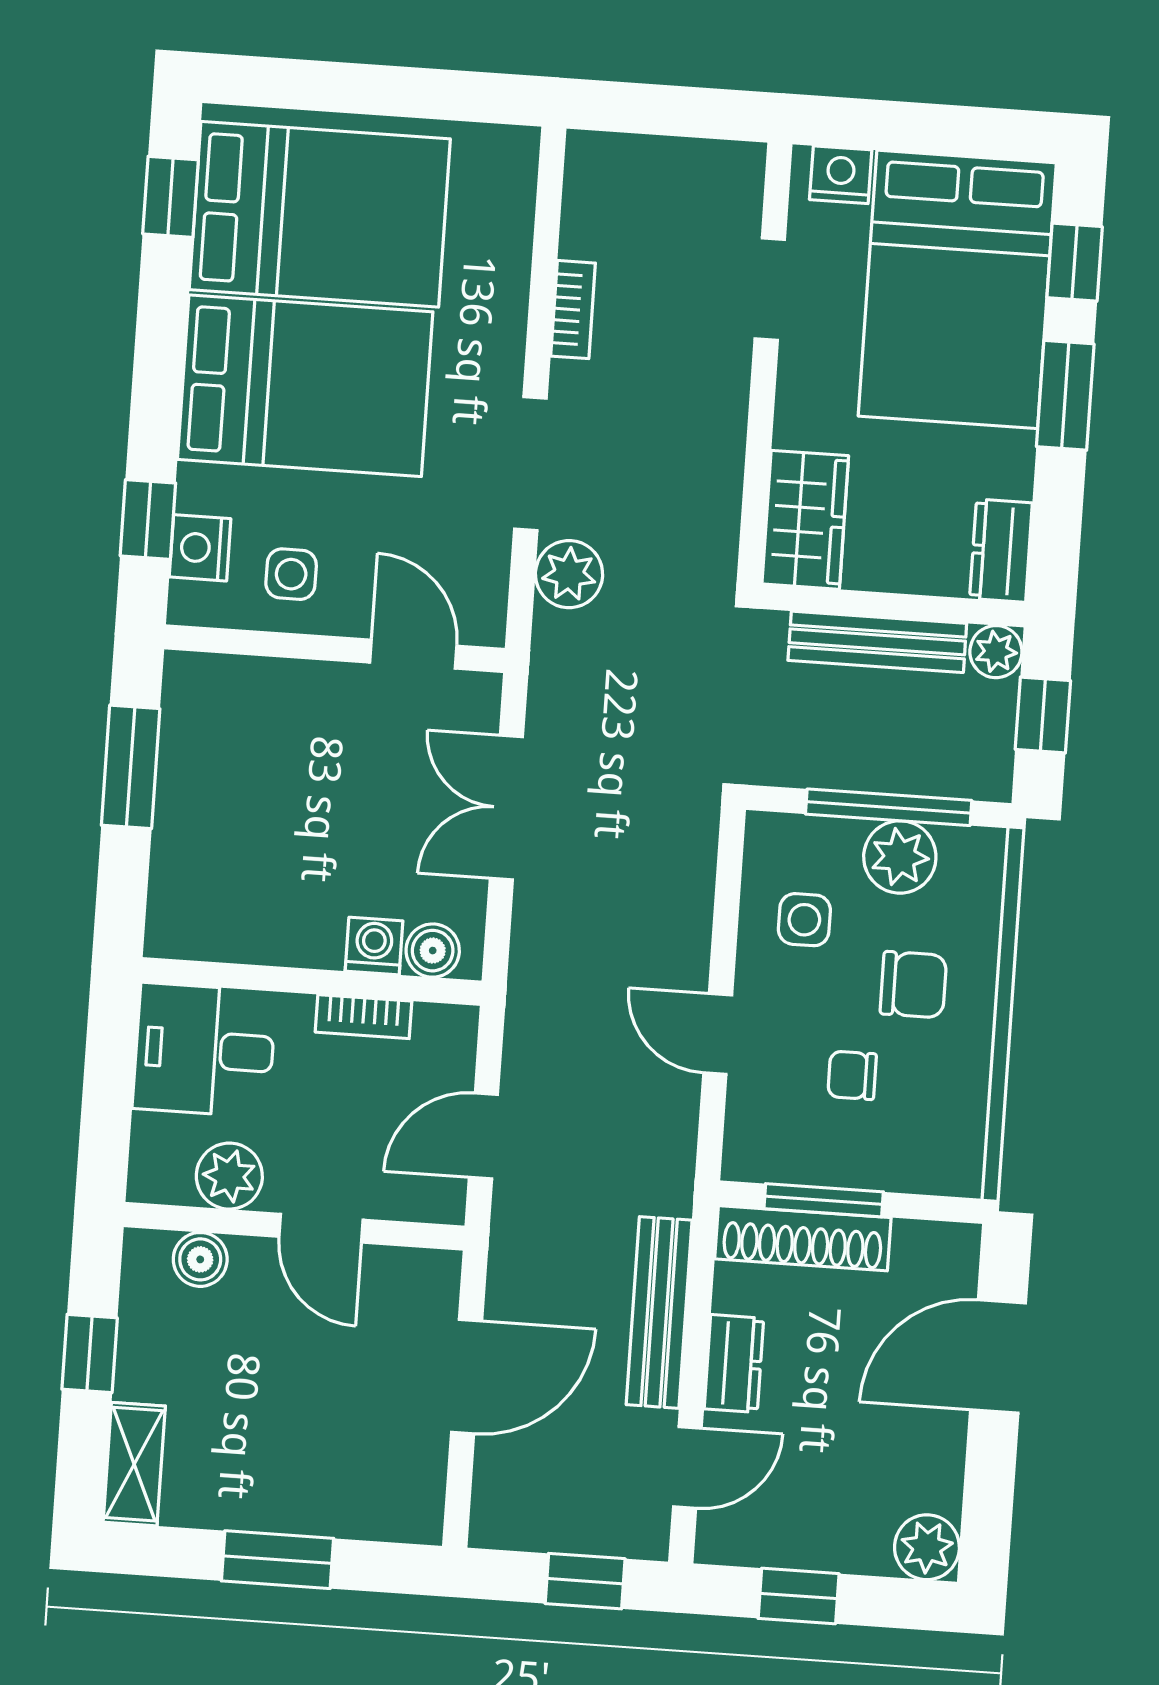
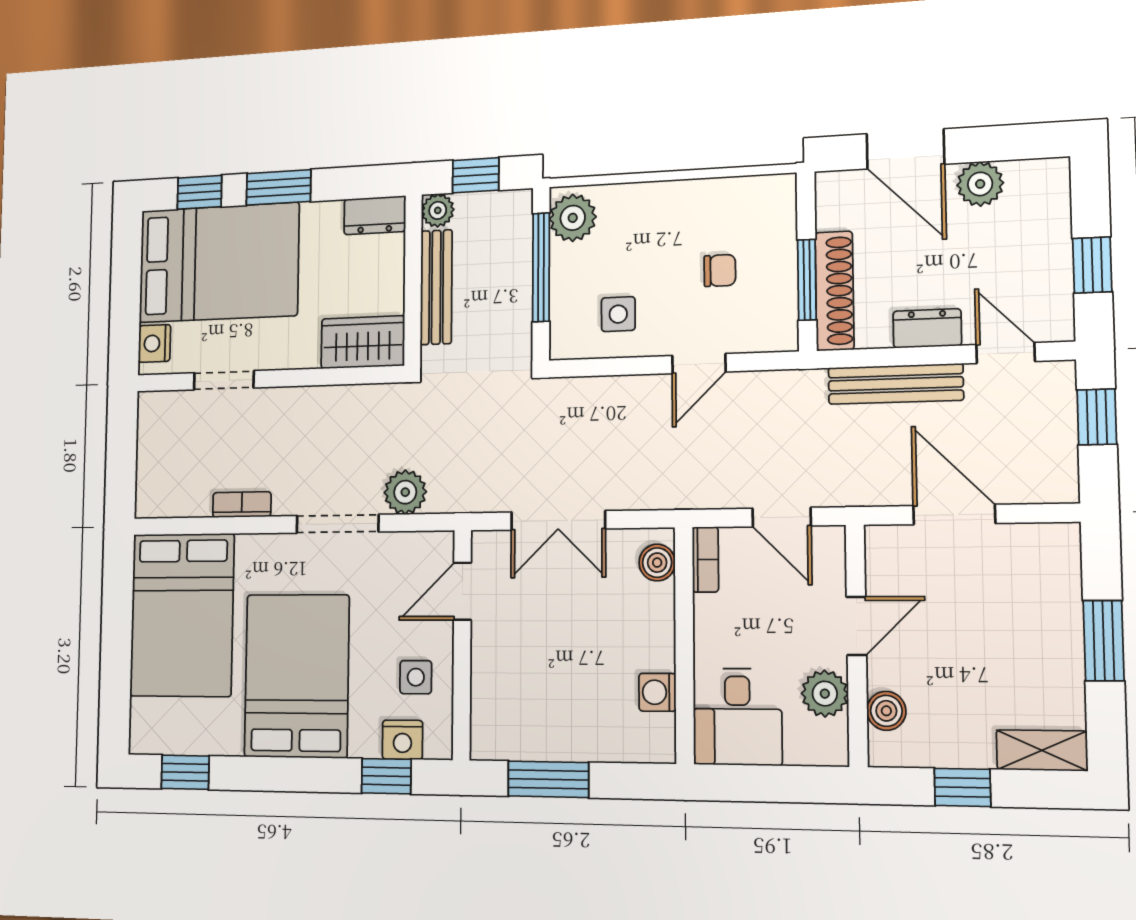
bed: (320, 214) -> (182, 615), moved, turned 180
plant: (900, 857) -> (573, 218), moved
washing machine: (374, 946) -> (657, 692), moved
chair: (913, 985) -> (656, 237), removed
bookcase: (363, 1017) -> (705, 559), moved
chair: (852, 1075) -> (720, 271), turned -90
plant: (927, 1547) -> (980, 184), moved

